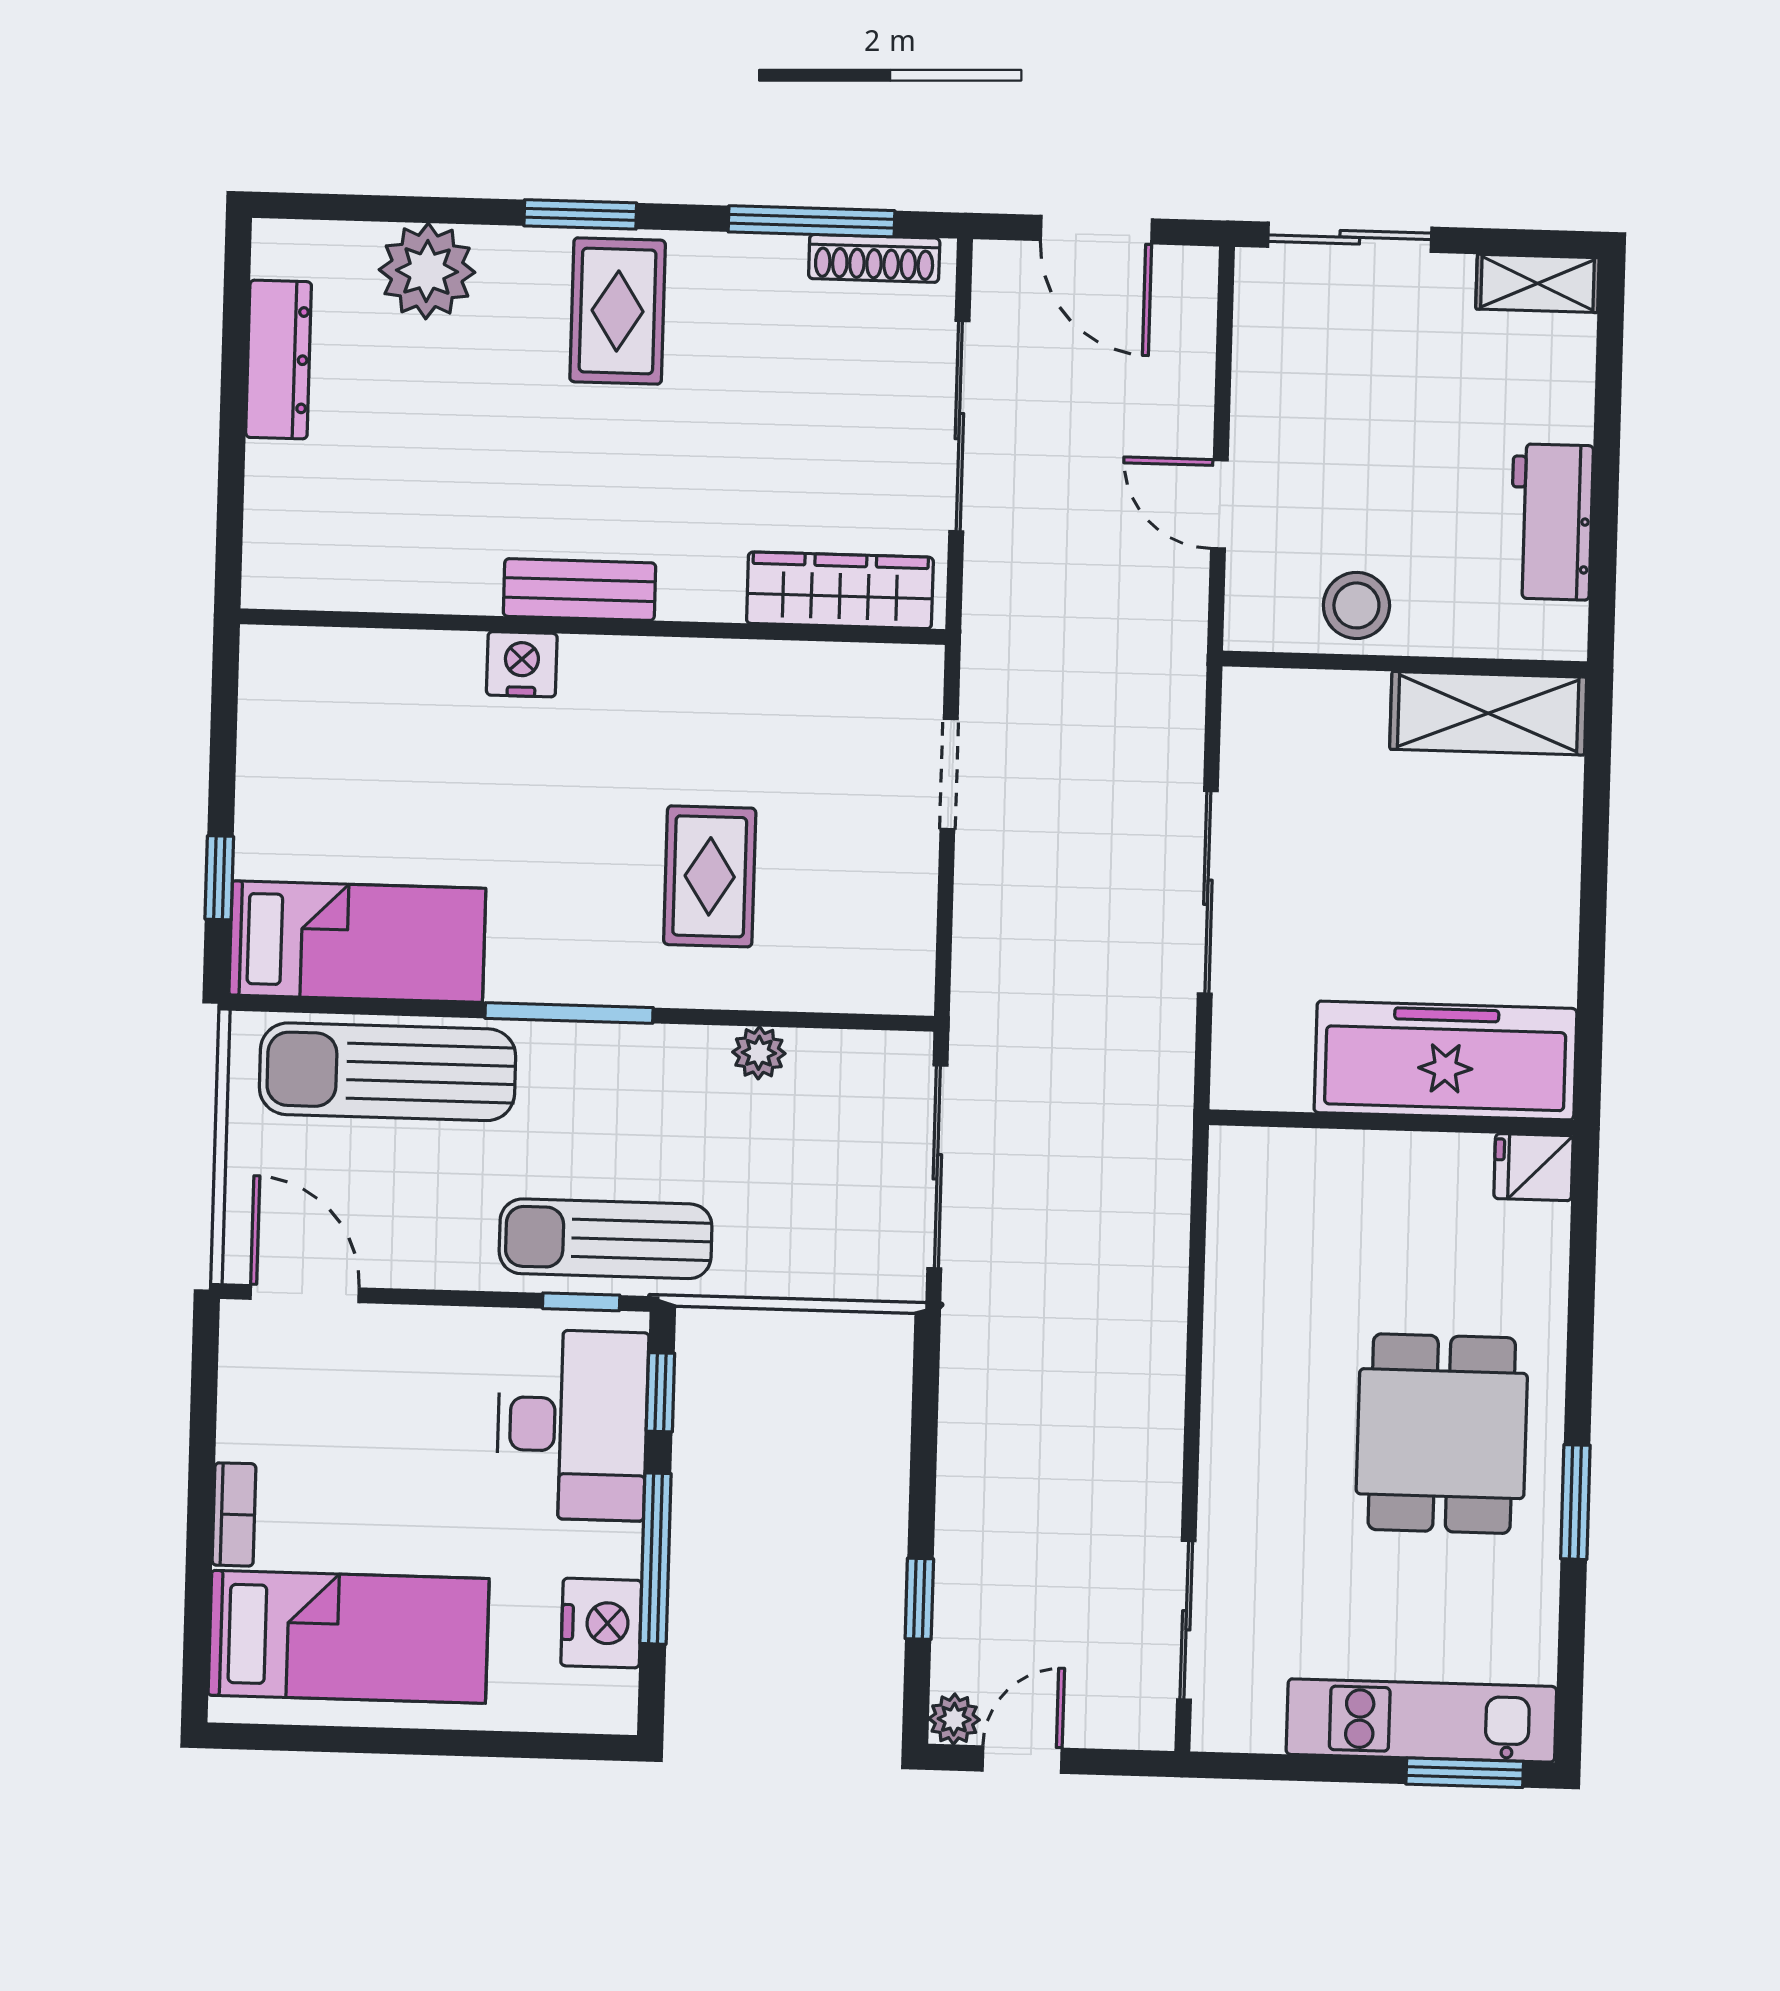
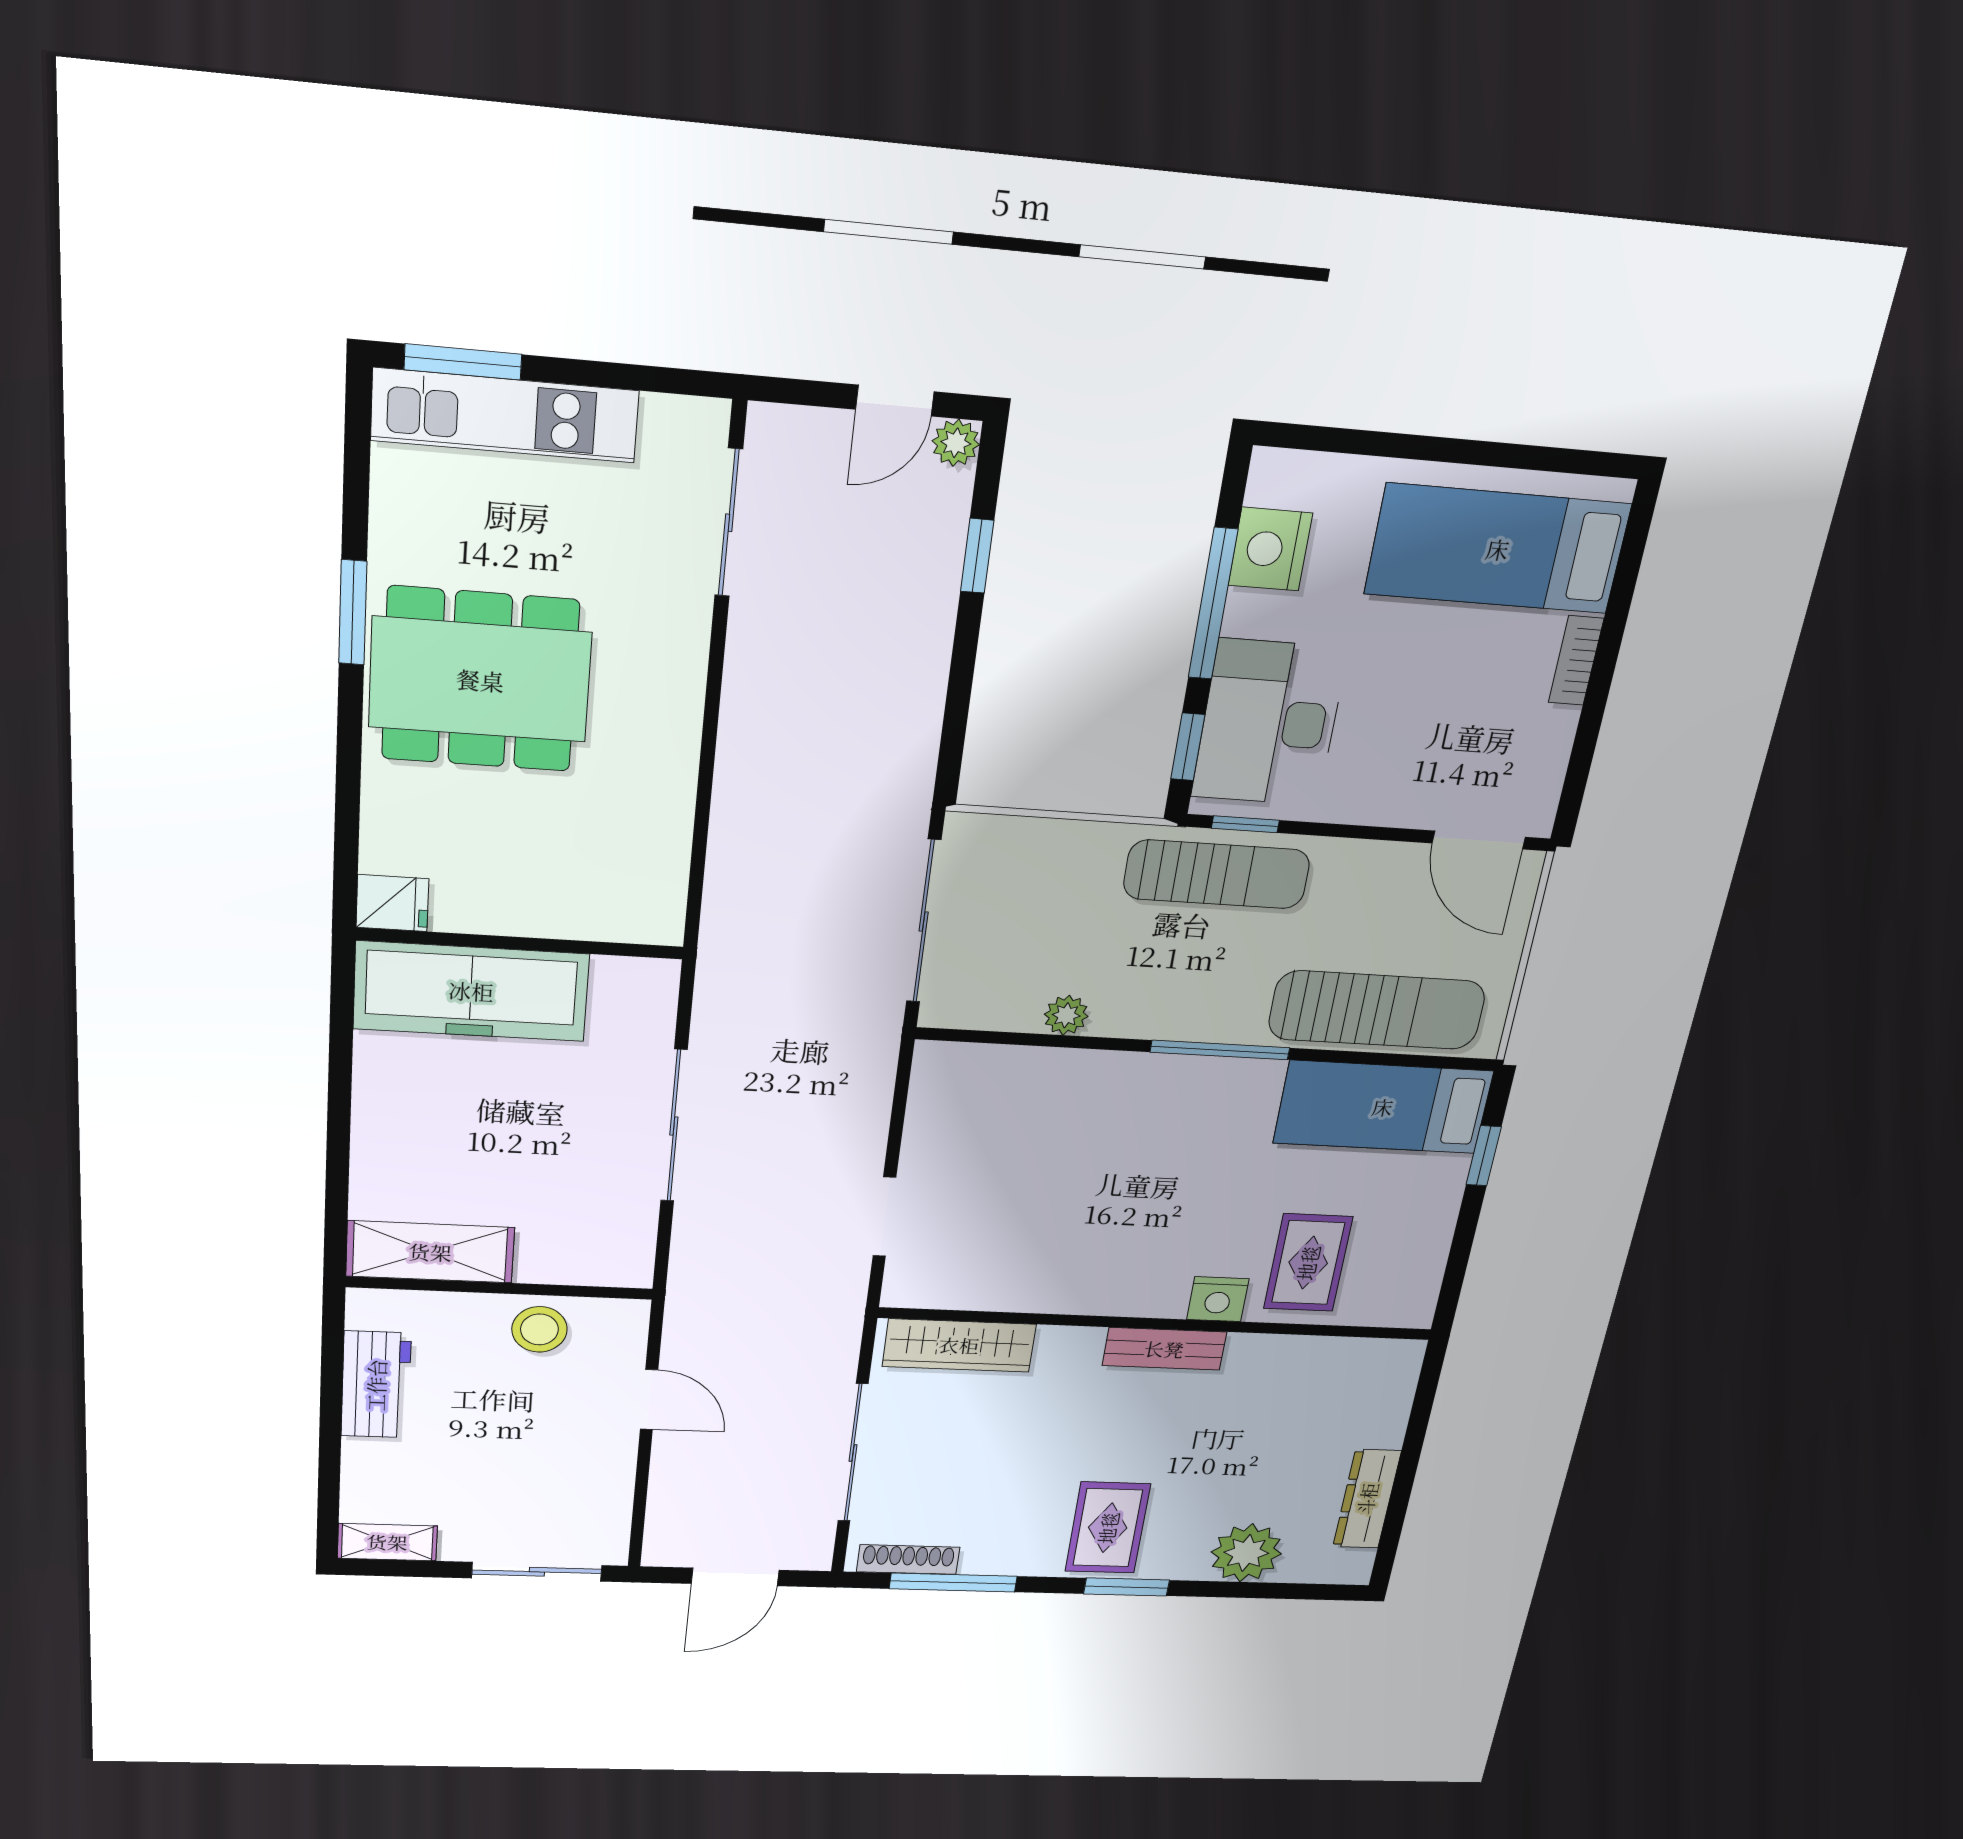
door: (1096, 230) -> (735, 1577), swing flipped
rug: (710, 876) -> (1308, 1263), moved
dining table: (1442, 1434) -> (480, 680), width x1.38

